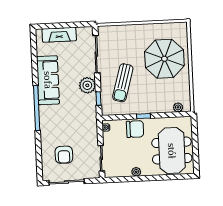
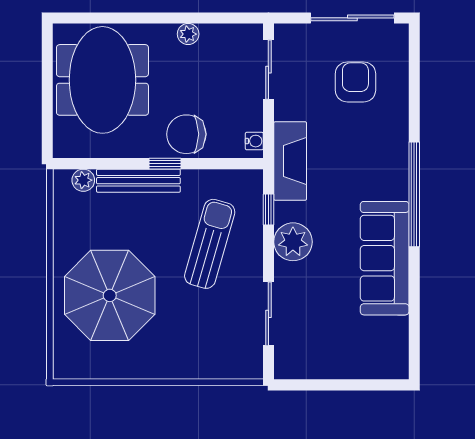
fireplace: (59, 35) -> (290, 161), moved, turned 90
sliding door: (96, 54) -> (268, 314), width x0.73
bench: (154, 108) -> (138, 181), added

